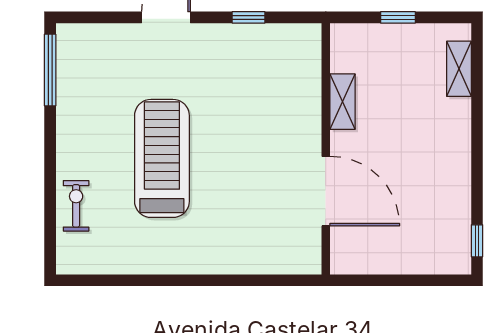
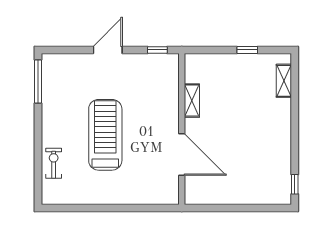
shelving: (343, 102) -> (192, 101), moved
wall: (326, 149) -> (182, 129), moved
door: (326, 191) -> (182, 154), moved

